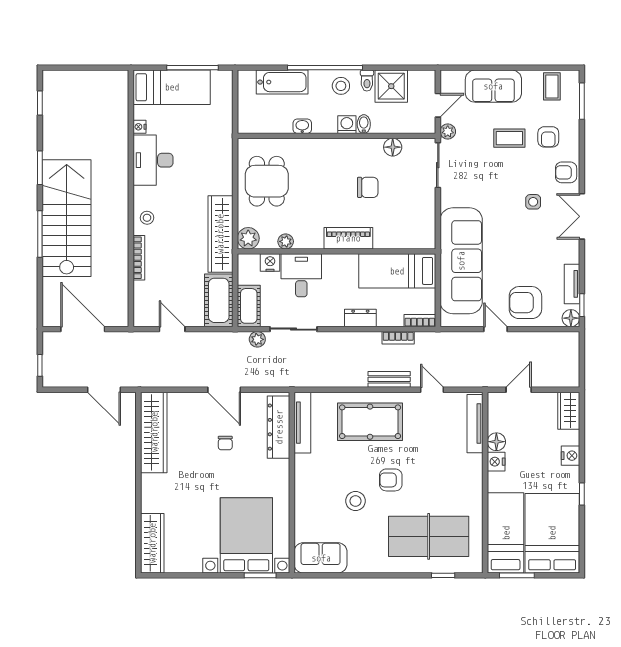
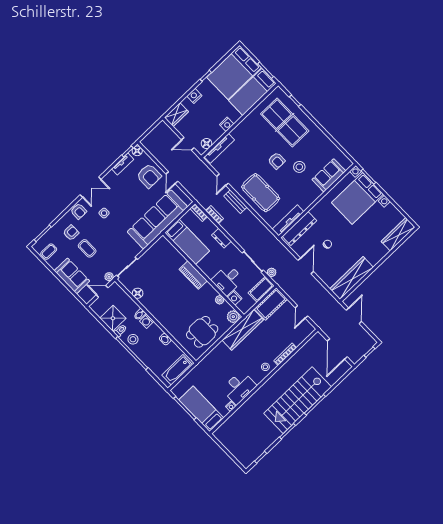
bathtub: (282, 82) -> (177, 370), moved, turned -90
chair: (368, 187) -> (164, 287), removed
floor lamp: (496, 442) -> (207, 144), moved
sofa: (321, 558) -> (329, 175), moved, turned 90

